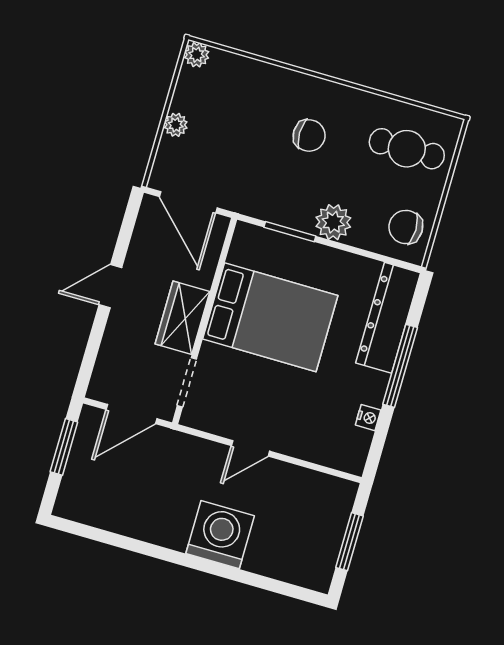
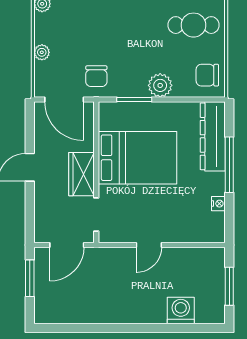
chair: (309, 135) -> (96, 76), moved, turned 90
washing machine: (220, 535) -> (181, 310), moved, width x0.73, depth x0.73

